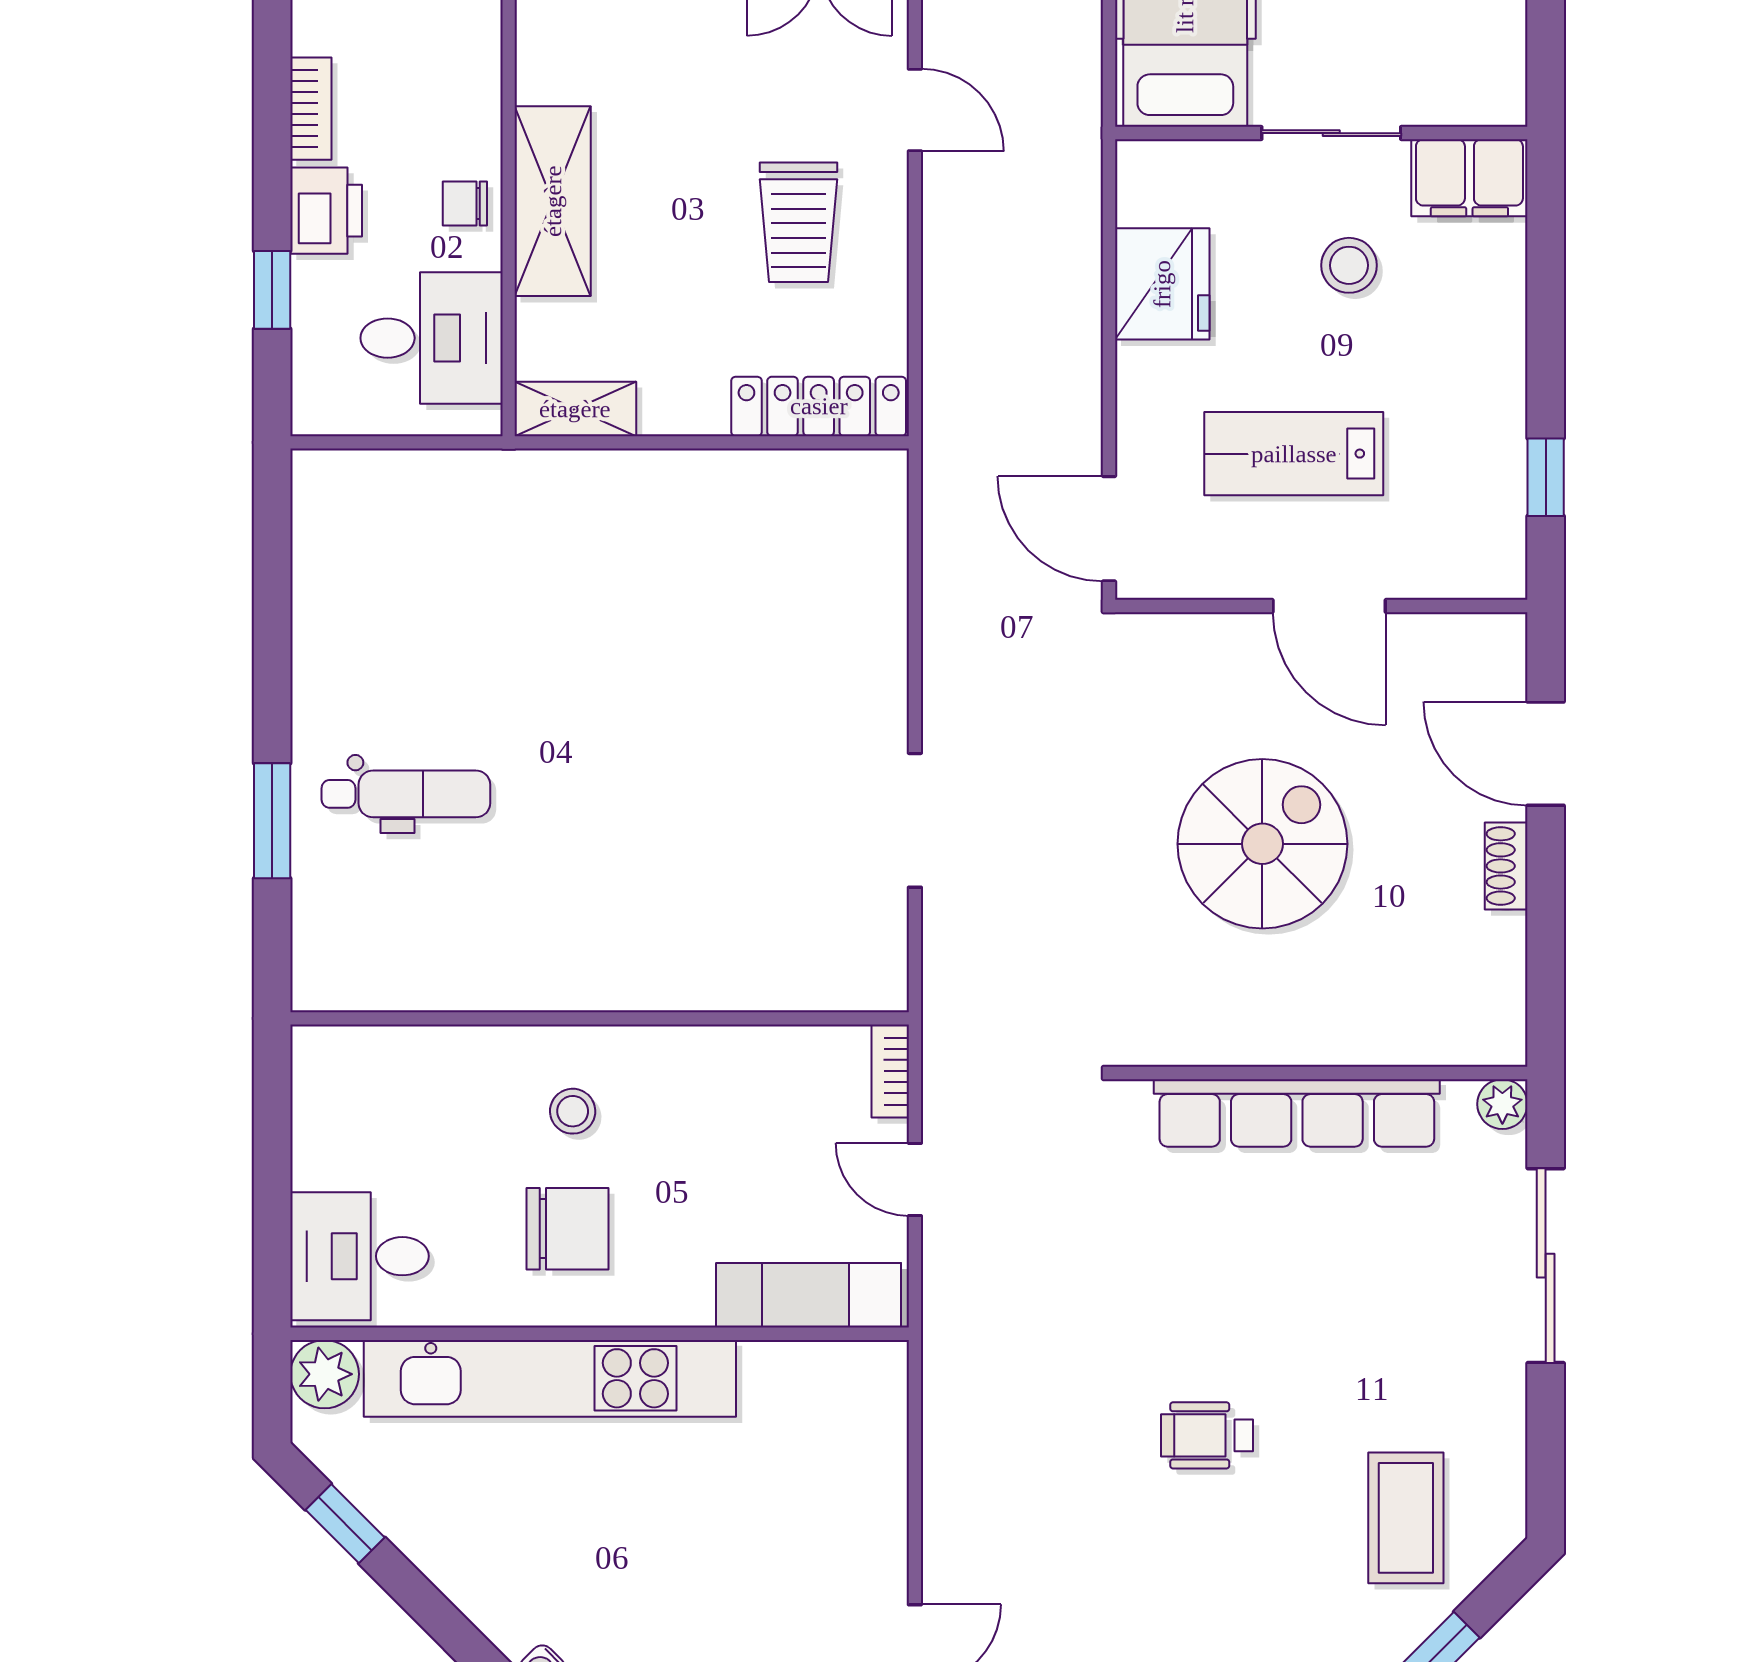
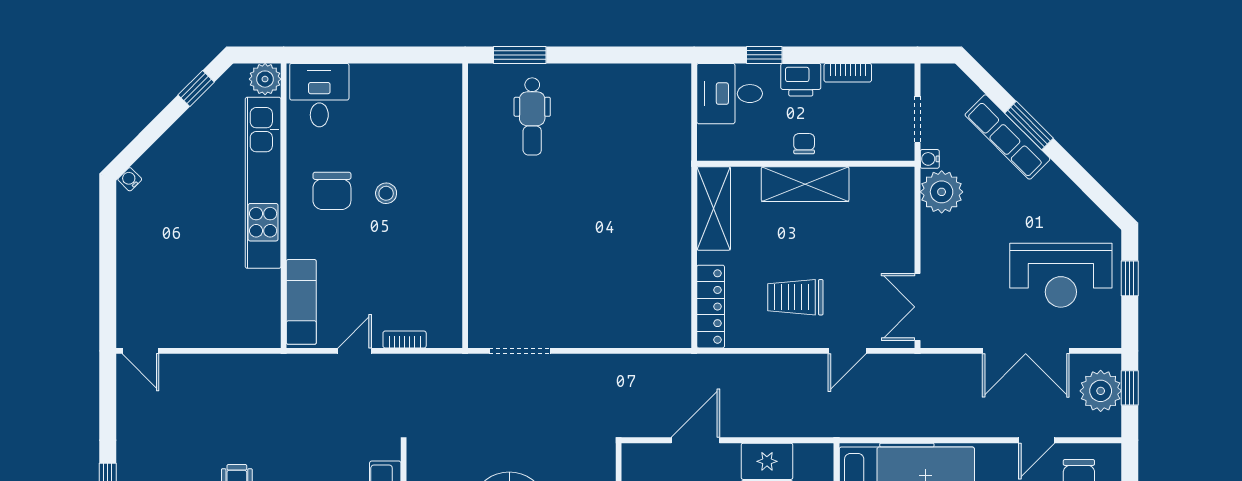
desk: (432, 338) -> (730, 94), moved, turned 90
shelving: (575, 409) -> (714, 208), width x1.50, depth x1.33
door: (1109, 529) -> (695, 440), moved
wall: (600, 1018) -> (465, 206), moved

